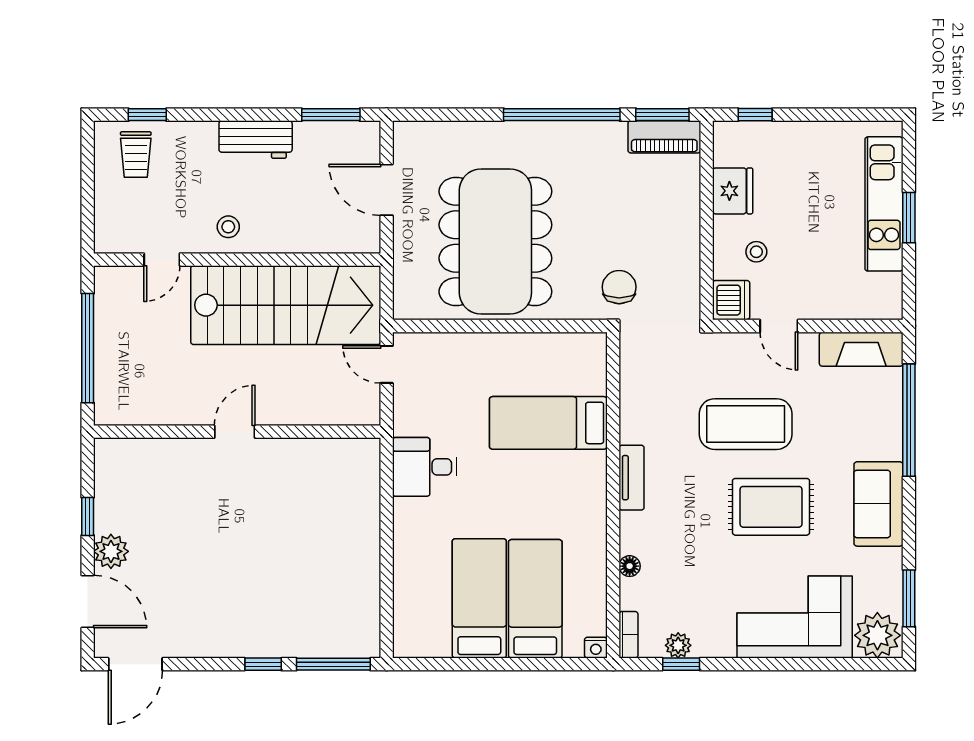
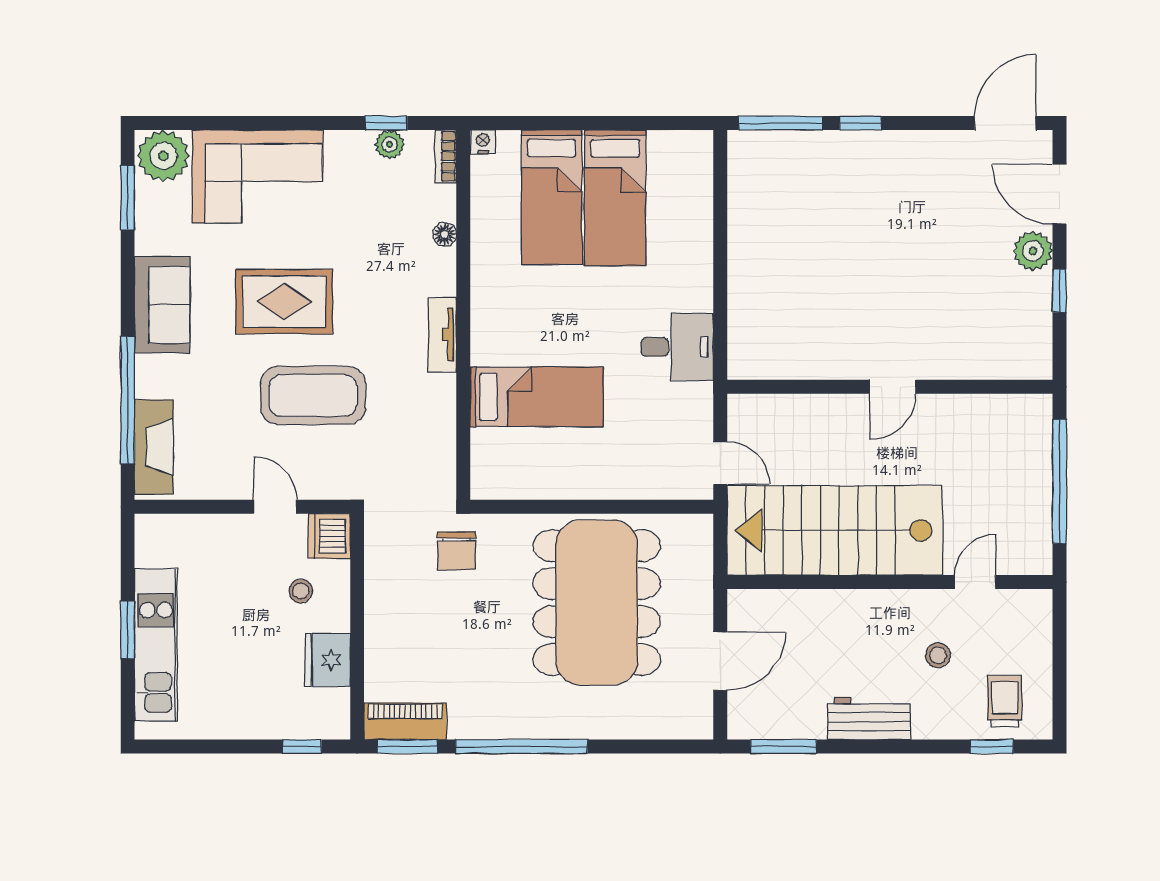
door: (387, 190) -> (720, 661), hinge flipped
stool: (228, 227) -> (938, 655), moved
fireplace: (861, 349) -> (154, 447), moved, turned 90

